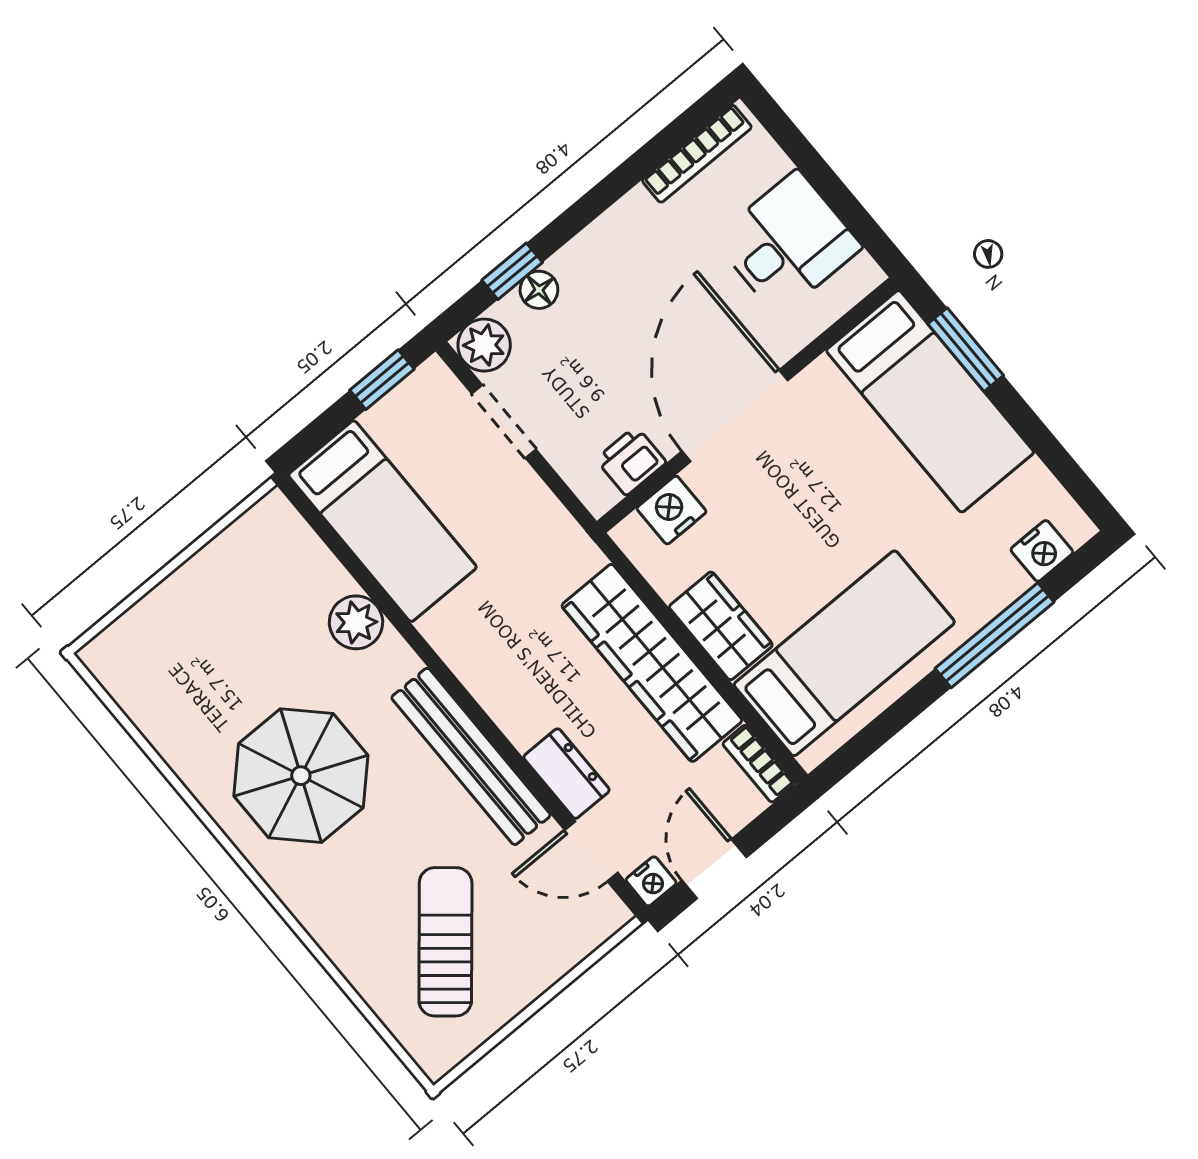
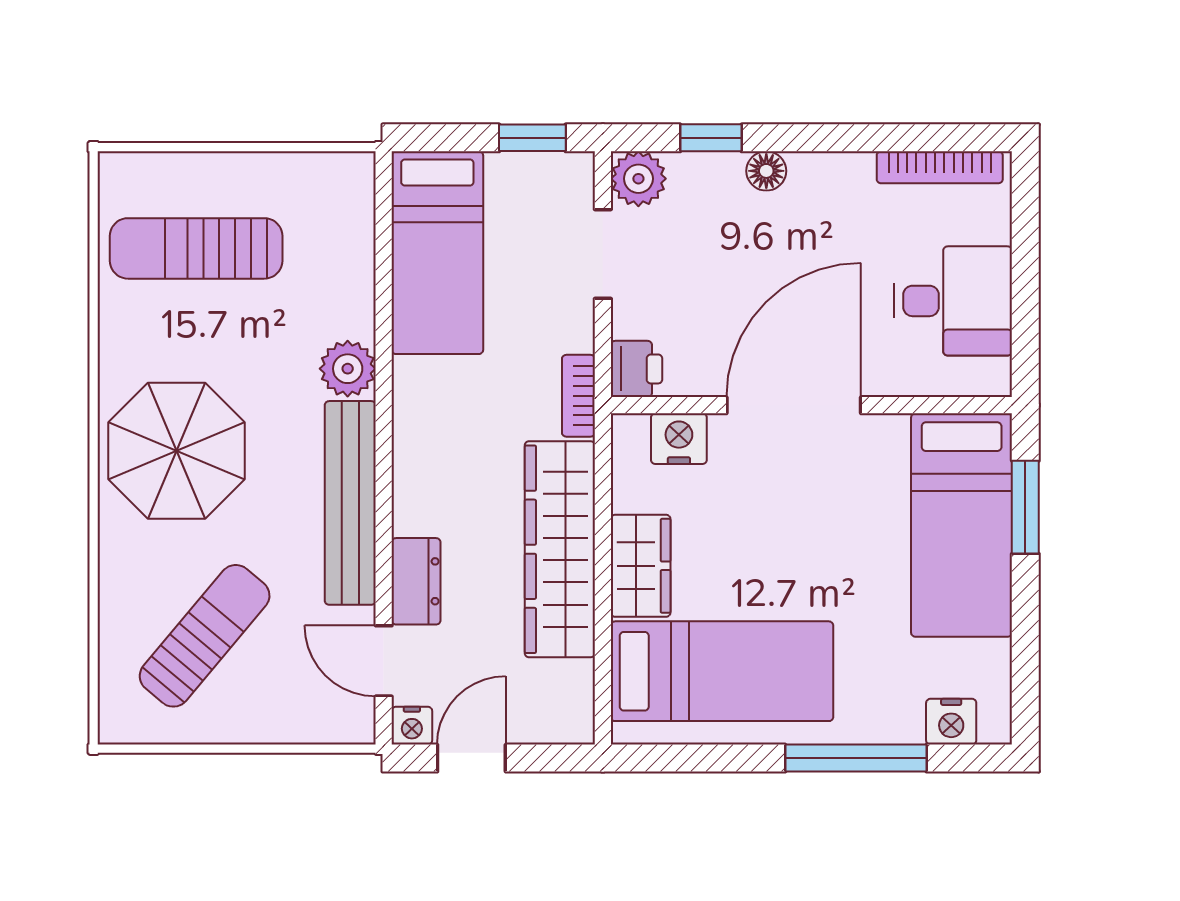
floor lamp: (539, 290) -> (766, 171), moved
printer: (631, 461) -> (637, 369), moved, turned 90
plant: (356, 622) -> (348, 369), moved
sun lounger: (204, 664) -> (196, 248), added
bookcase: (759, 764) -> (578, 396), moved
parasol: (301, 776) -> (177, 451), moved

